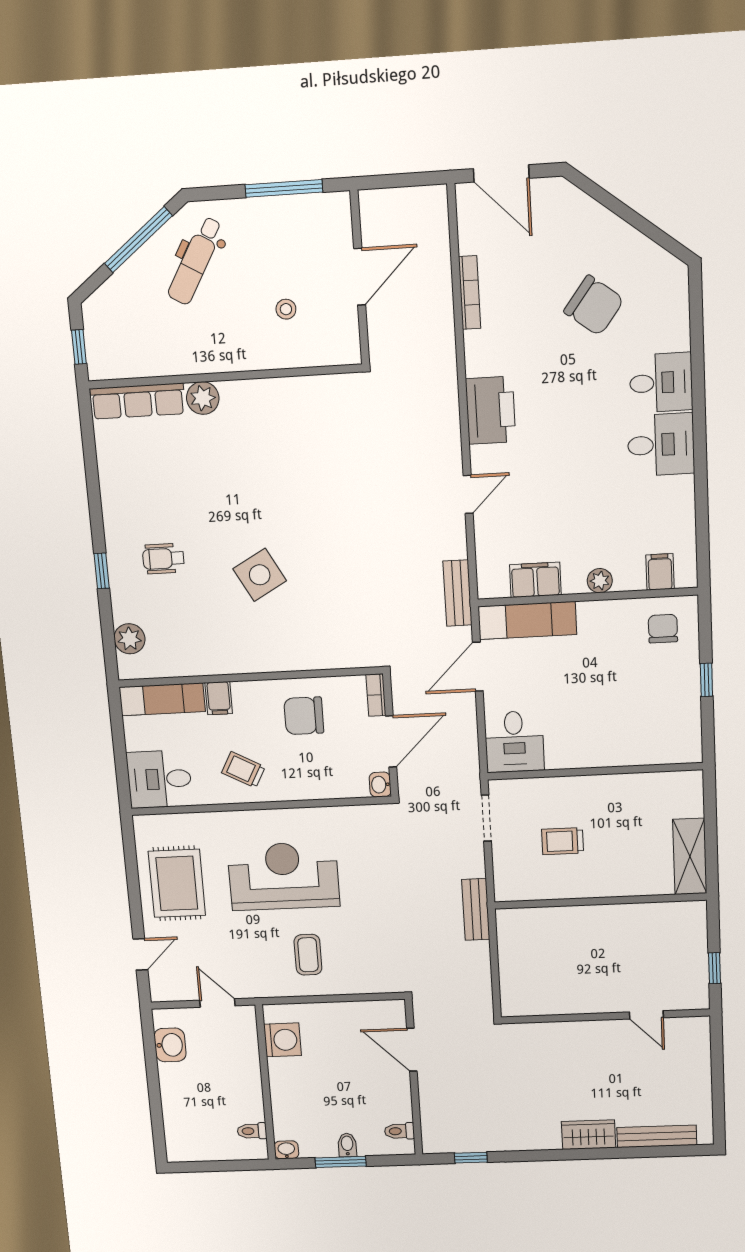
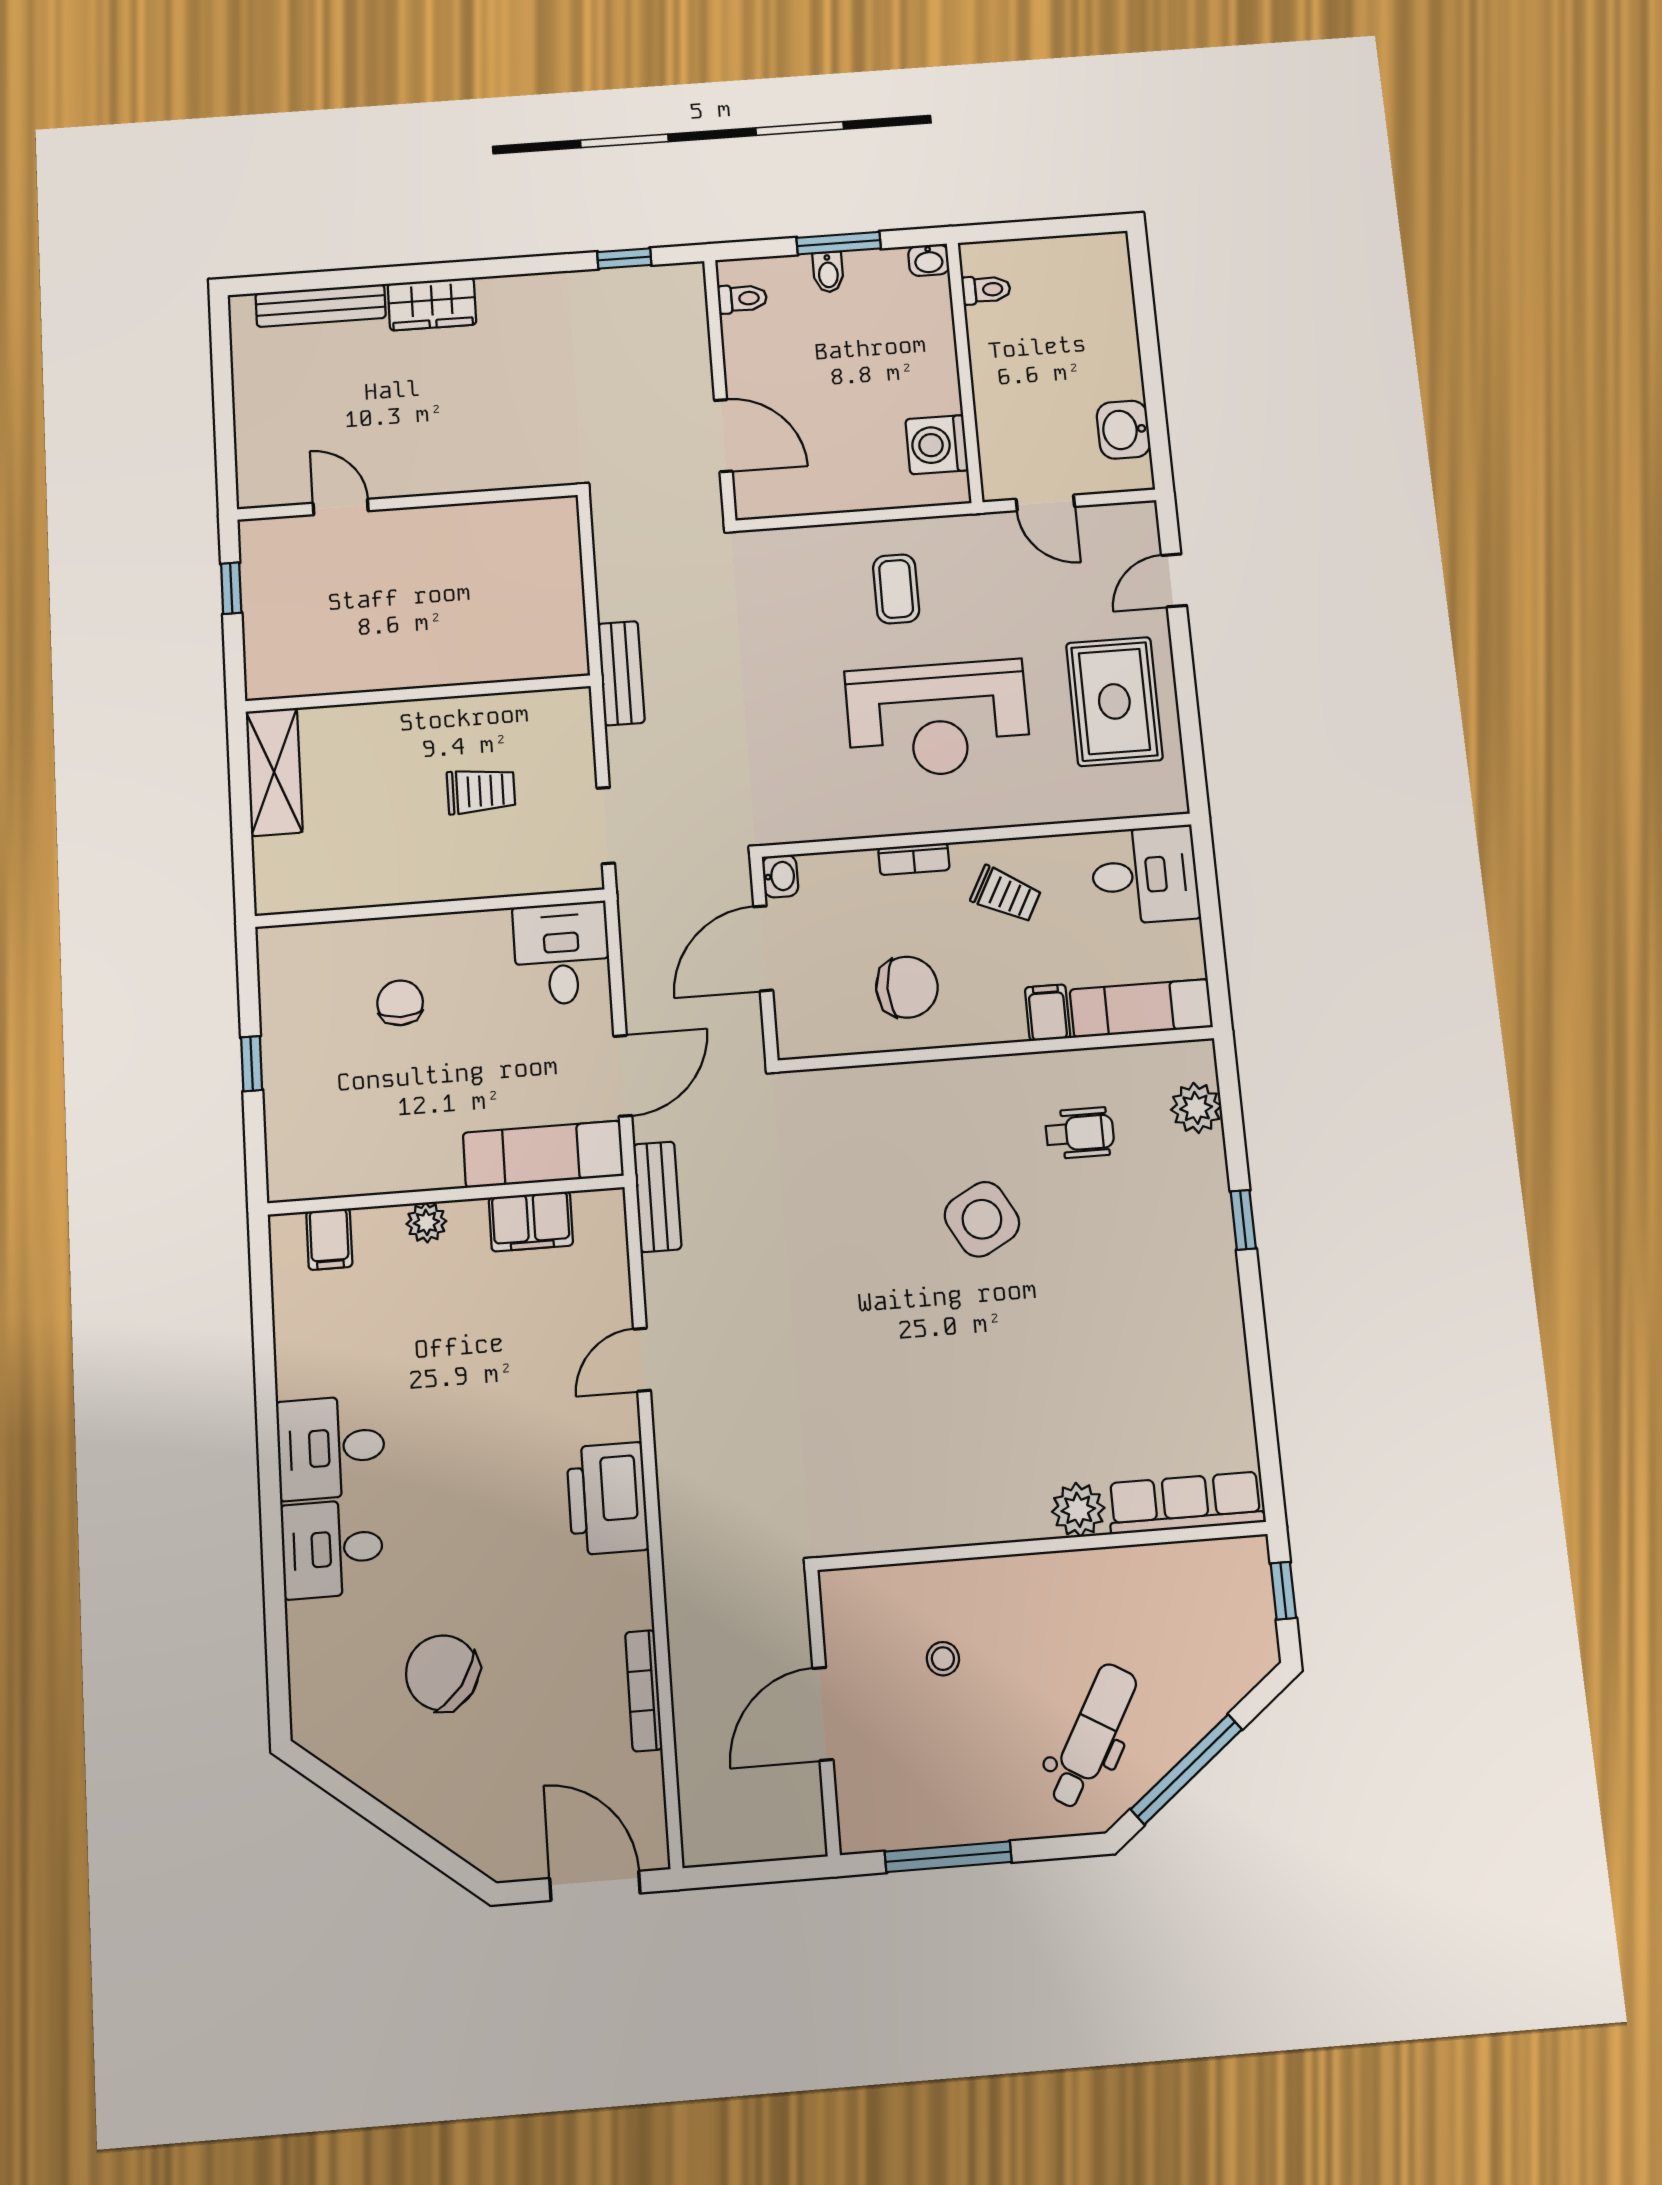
wheelchair: (163, 559) -> (1080, 1133), moved
chair: (663, 629) -> (400, 1003), moved, turned 180
bookcase: (376, 695) -> (914, 859), moved, turned 90

